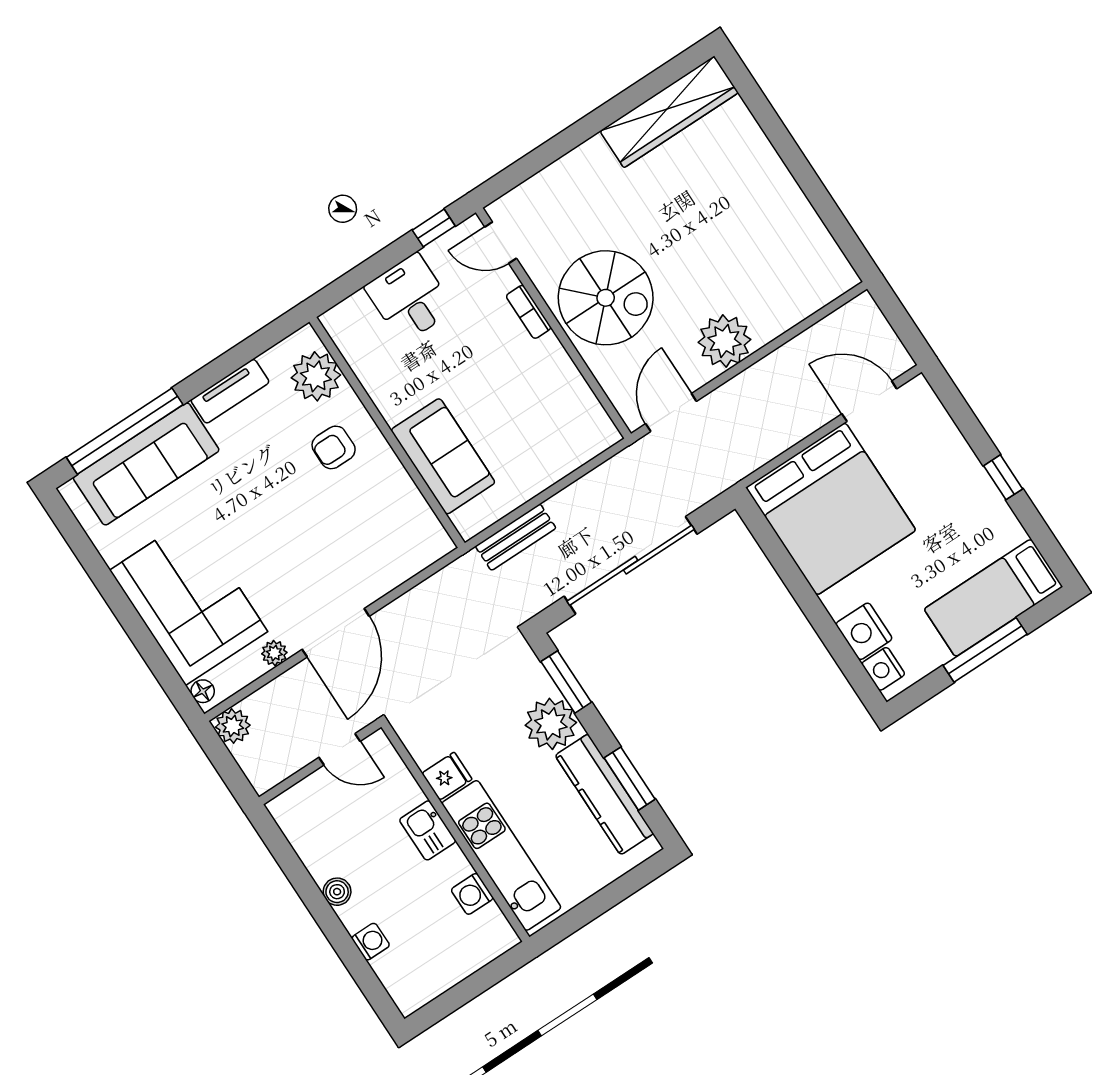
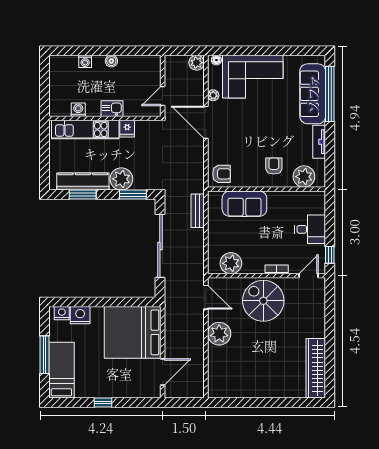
spiral stairs: (606, 298) -> (263, 301), turned 90
plant: (574, 407) -> (231, 263), added
armchair: (415, 538) -> (222, 174), added

